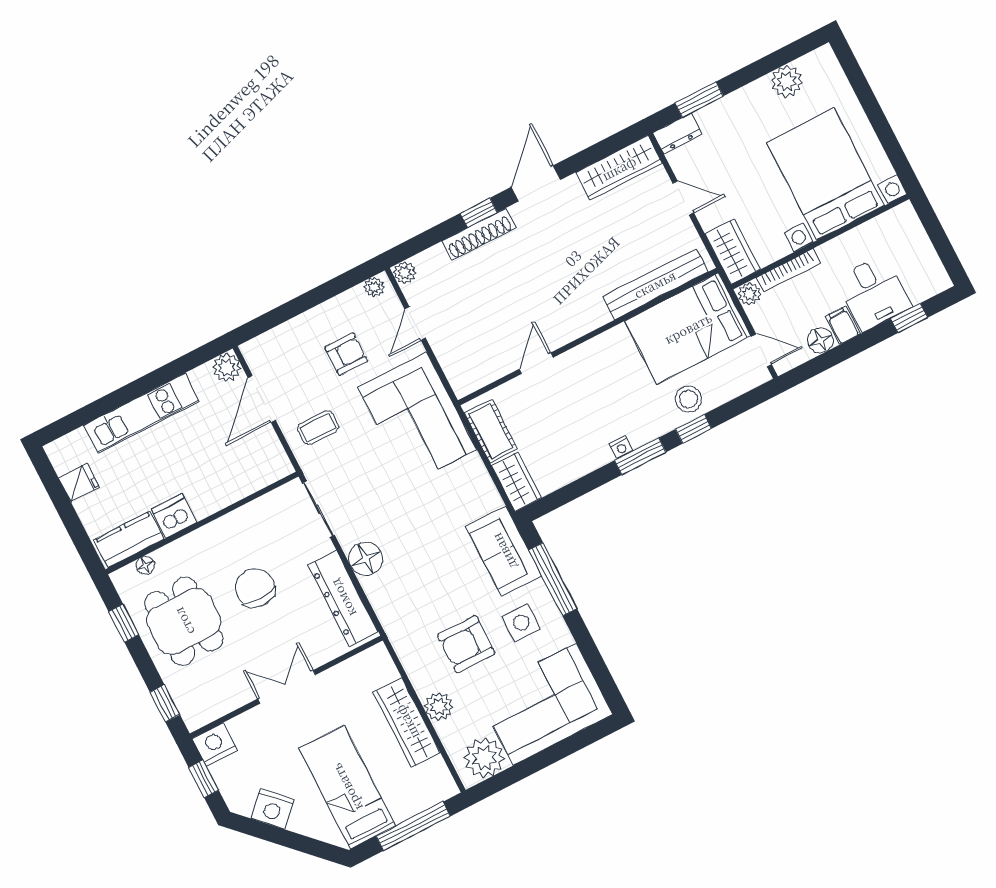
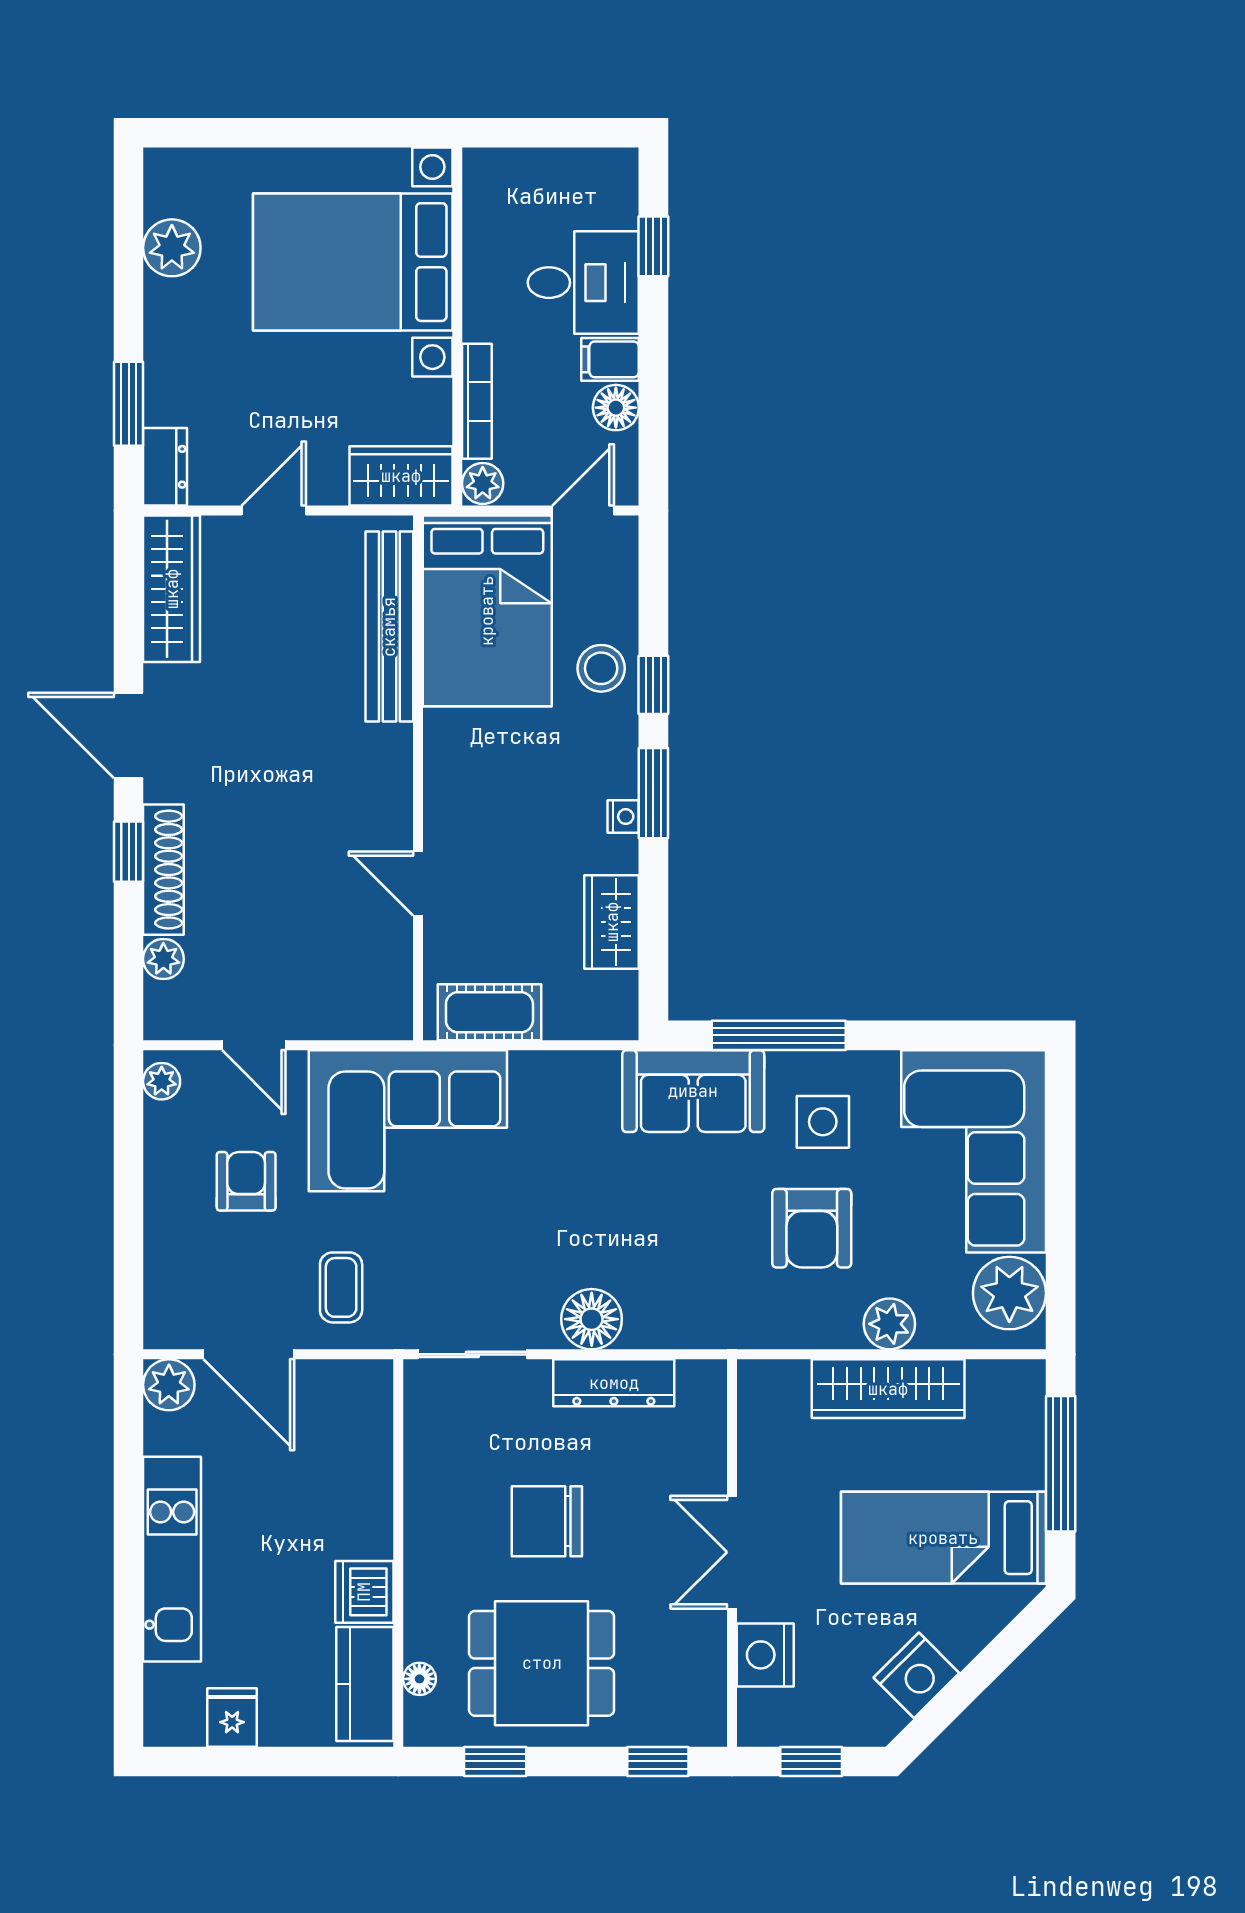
plant: (405, 273) -> (163, 959), moved
wardrobe: (516, 482) -> (612, 922), moved, turned -90
dresser: (343, 598) -> (614, 1383), width x0.73, depth x0.80
nightstand: (215, 744) -> (765, 1655), moved

